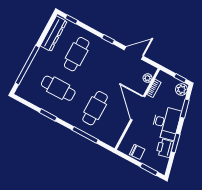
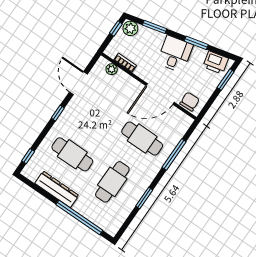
dresser: (54, 34) -> (57, 189), moved
door: (138, 108) -> (160, 94), moved
desk: (166, 123) -> (175, 54), width x0.73
printer: (165, 148) -> (216, 63), moved
chair: (137, 152) -> (190, 102), moved

